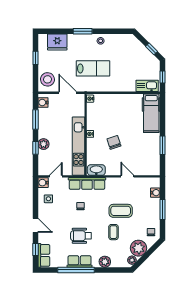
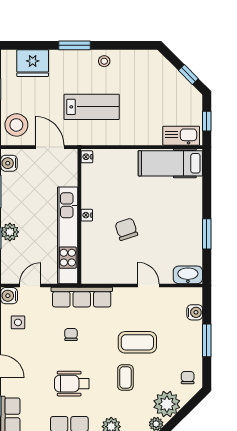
hospital bed: (151, 113) -> (170, 163), moved, turned 90
washbasin: (96, 170) -> (188, 275), moved

